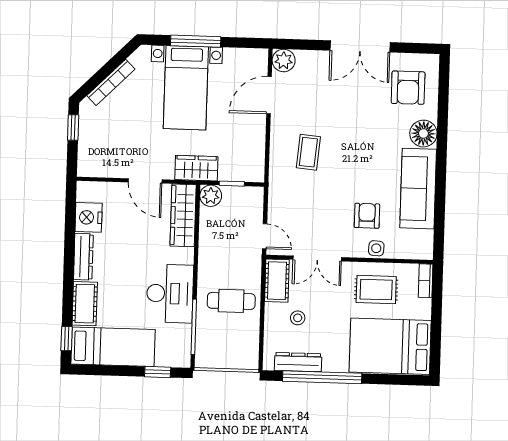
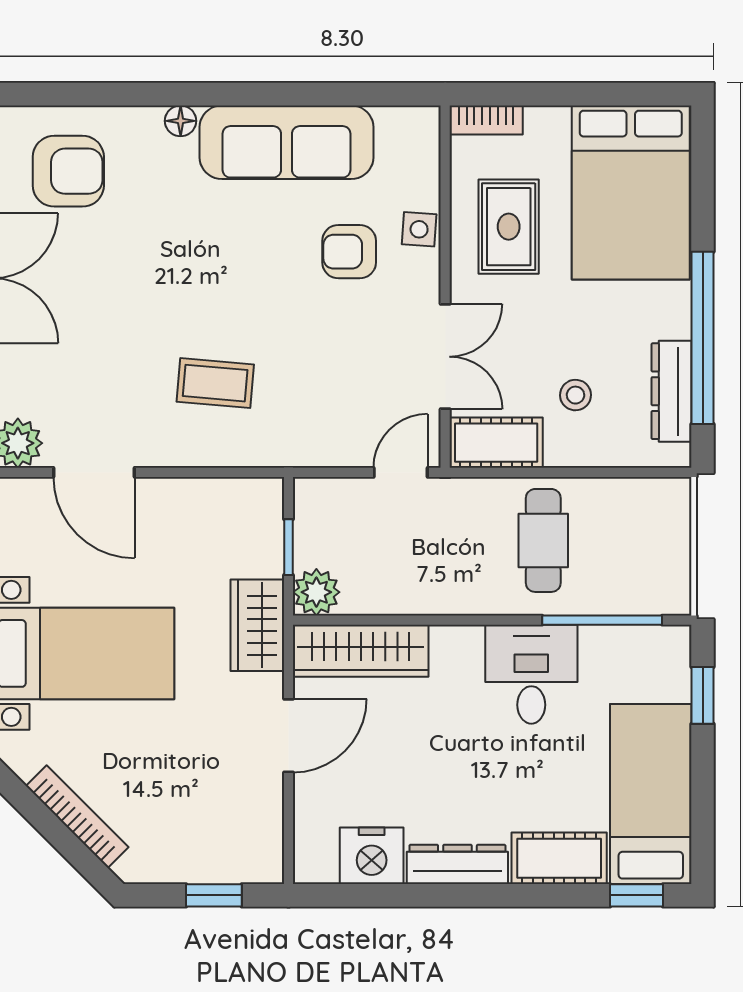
window: (73, 127) -> (214, 895), moved
floor lamp: (423, 134) -> (181, 121), width x0.53, depth x0.53
desk: (170, 293) -> (531, 674), width x0.73

